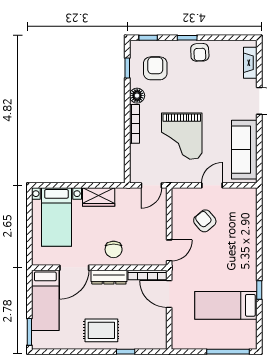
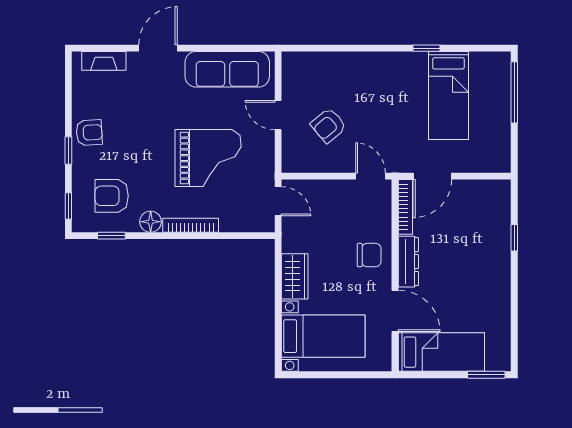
rug: (101, 330) -> (484, 272), removed

